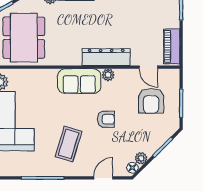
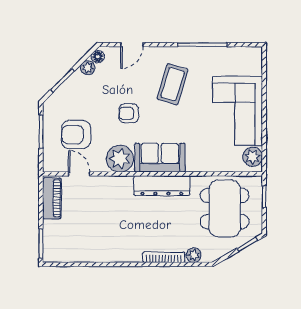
dresser: (106, 57) -> (162, 186), moved
plant: (108, 75) -> (120, 159), width x1.87, depth x1.87
armchair: (151, 101) -> (76, 135), turned -90

